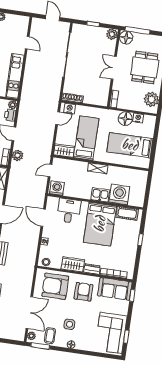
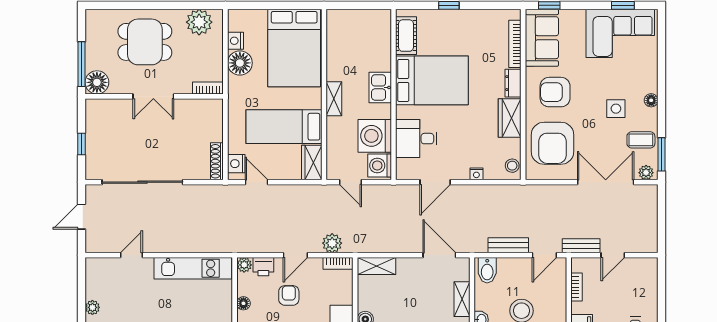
plant: (112, 34) -> (95, 108), removed
bed: (130, 145) -> (294, 48), width x1.50
washing machine: (119, 194) -> (375, 136), moved

